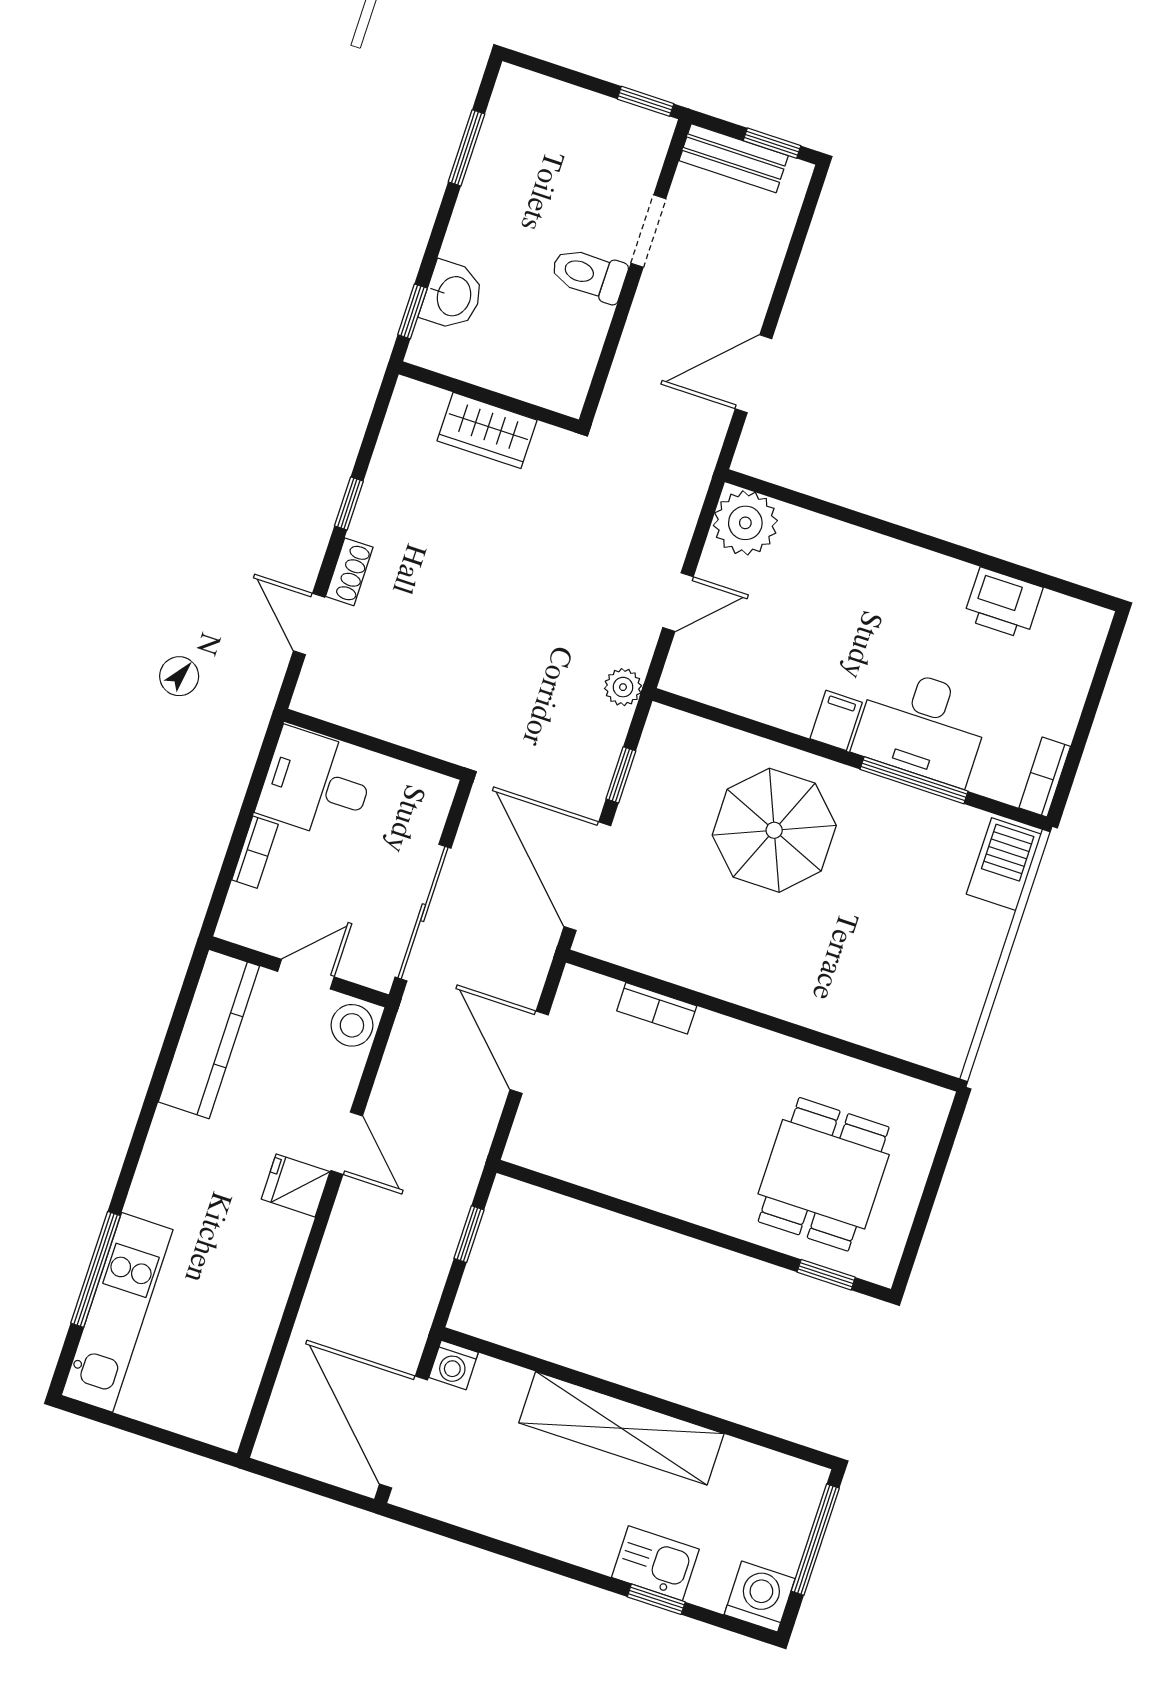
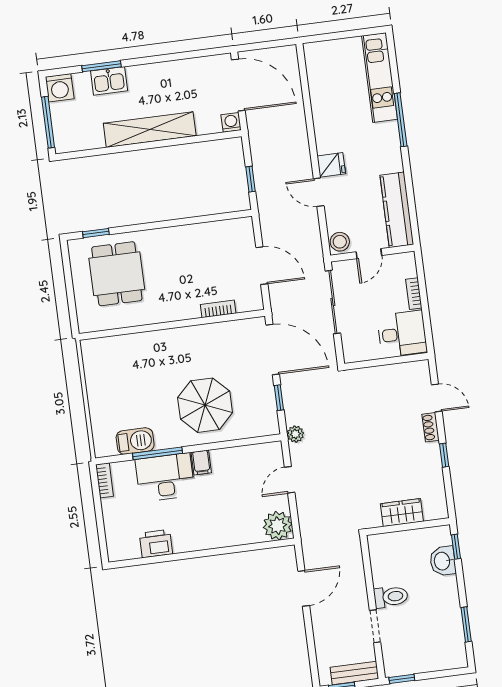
barbecue: (1004, 864) -> (135, 441), moved, turned -90
window: (96, 1269) -> (401, 120), moved
window: (656, 1599) -> (102, 66), width x1.50

